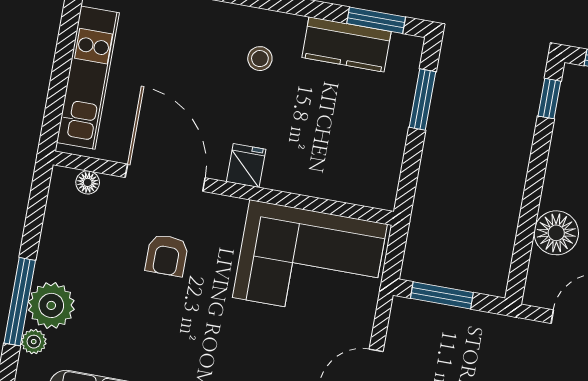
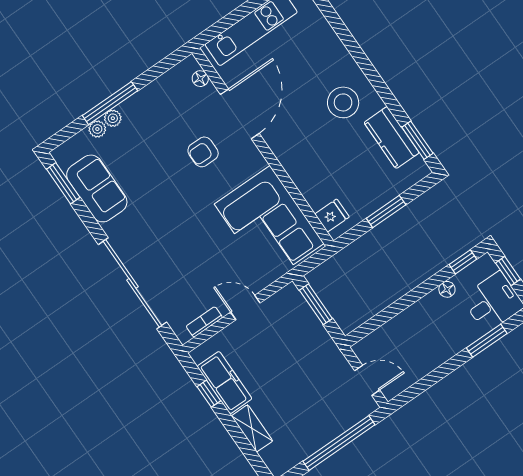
stool: (260, 59) -> (343, 102), width x1.89, depth x1.89
window: (423, 99) -> (386, 211), moved
fridge: (246, 166) -> (332, 216), moved
floor lamp: (556, 233) -> (447, 289), moved, width x0.53, depth x0.53
plant: (51, 305) -> (113, 118), width x0.53, depth x0.53

